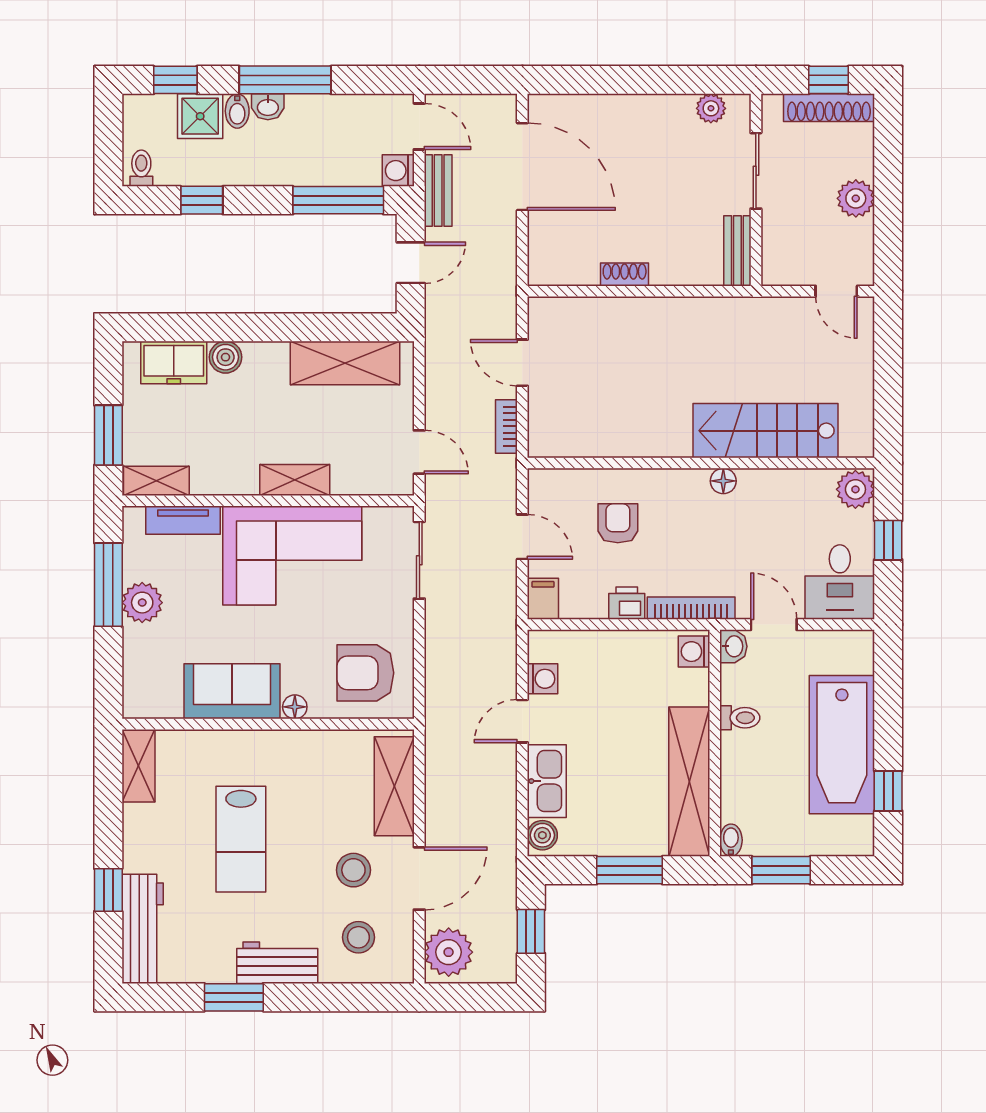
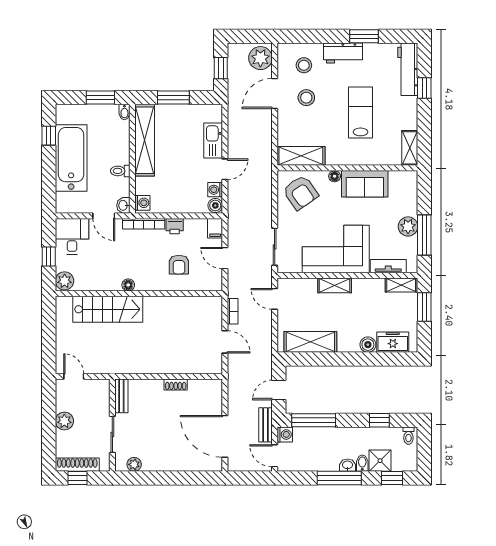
armchair: (365, 673) -> (301, 193), turned 55
shelving: (394, 786) -> (301, 156), moved, turned 90
boiler: (542, 835) -> (215, 205), moved

